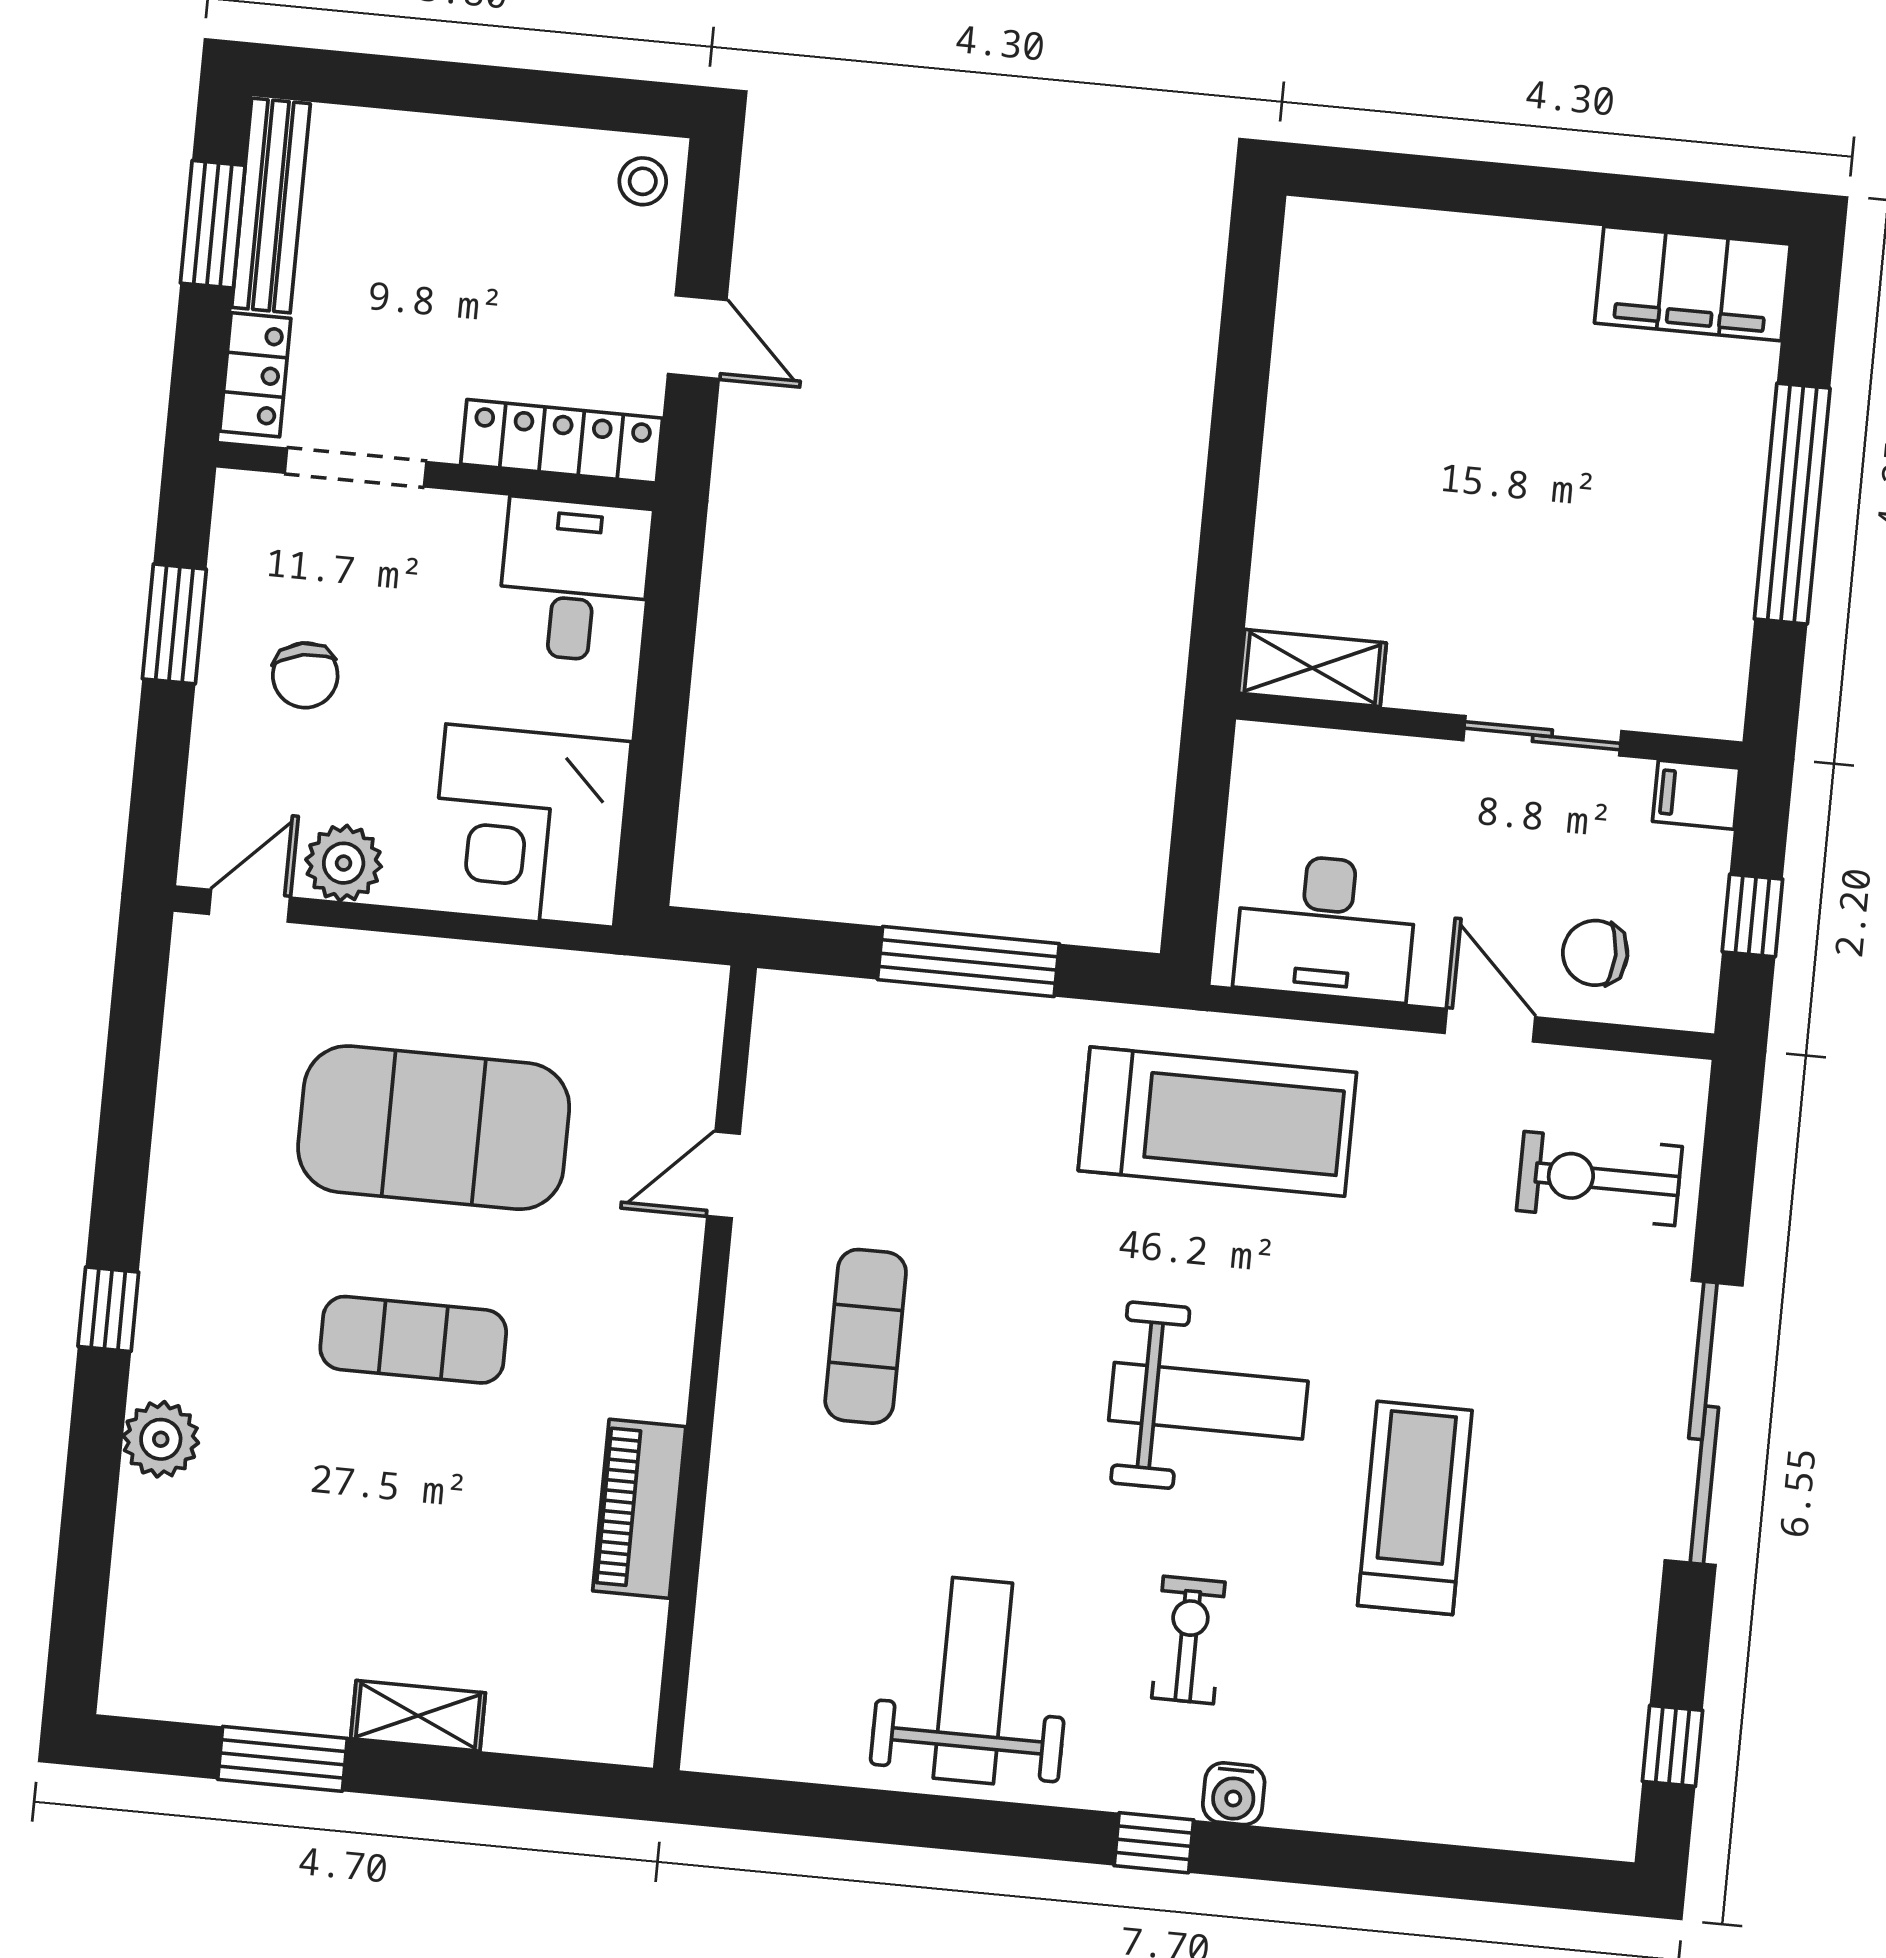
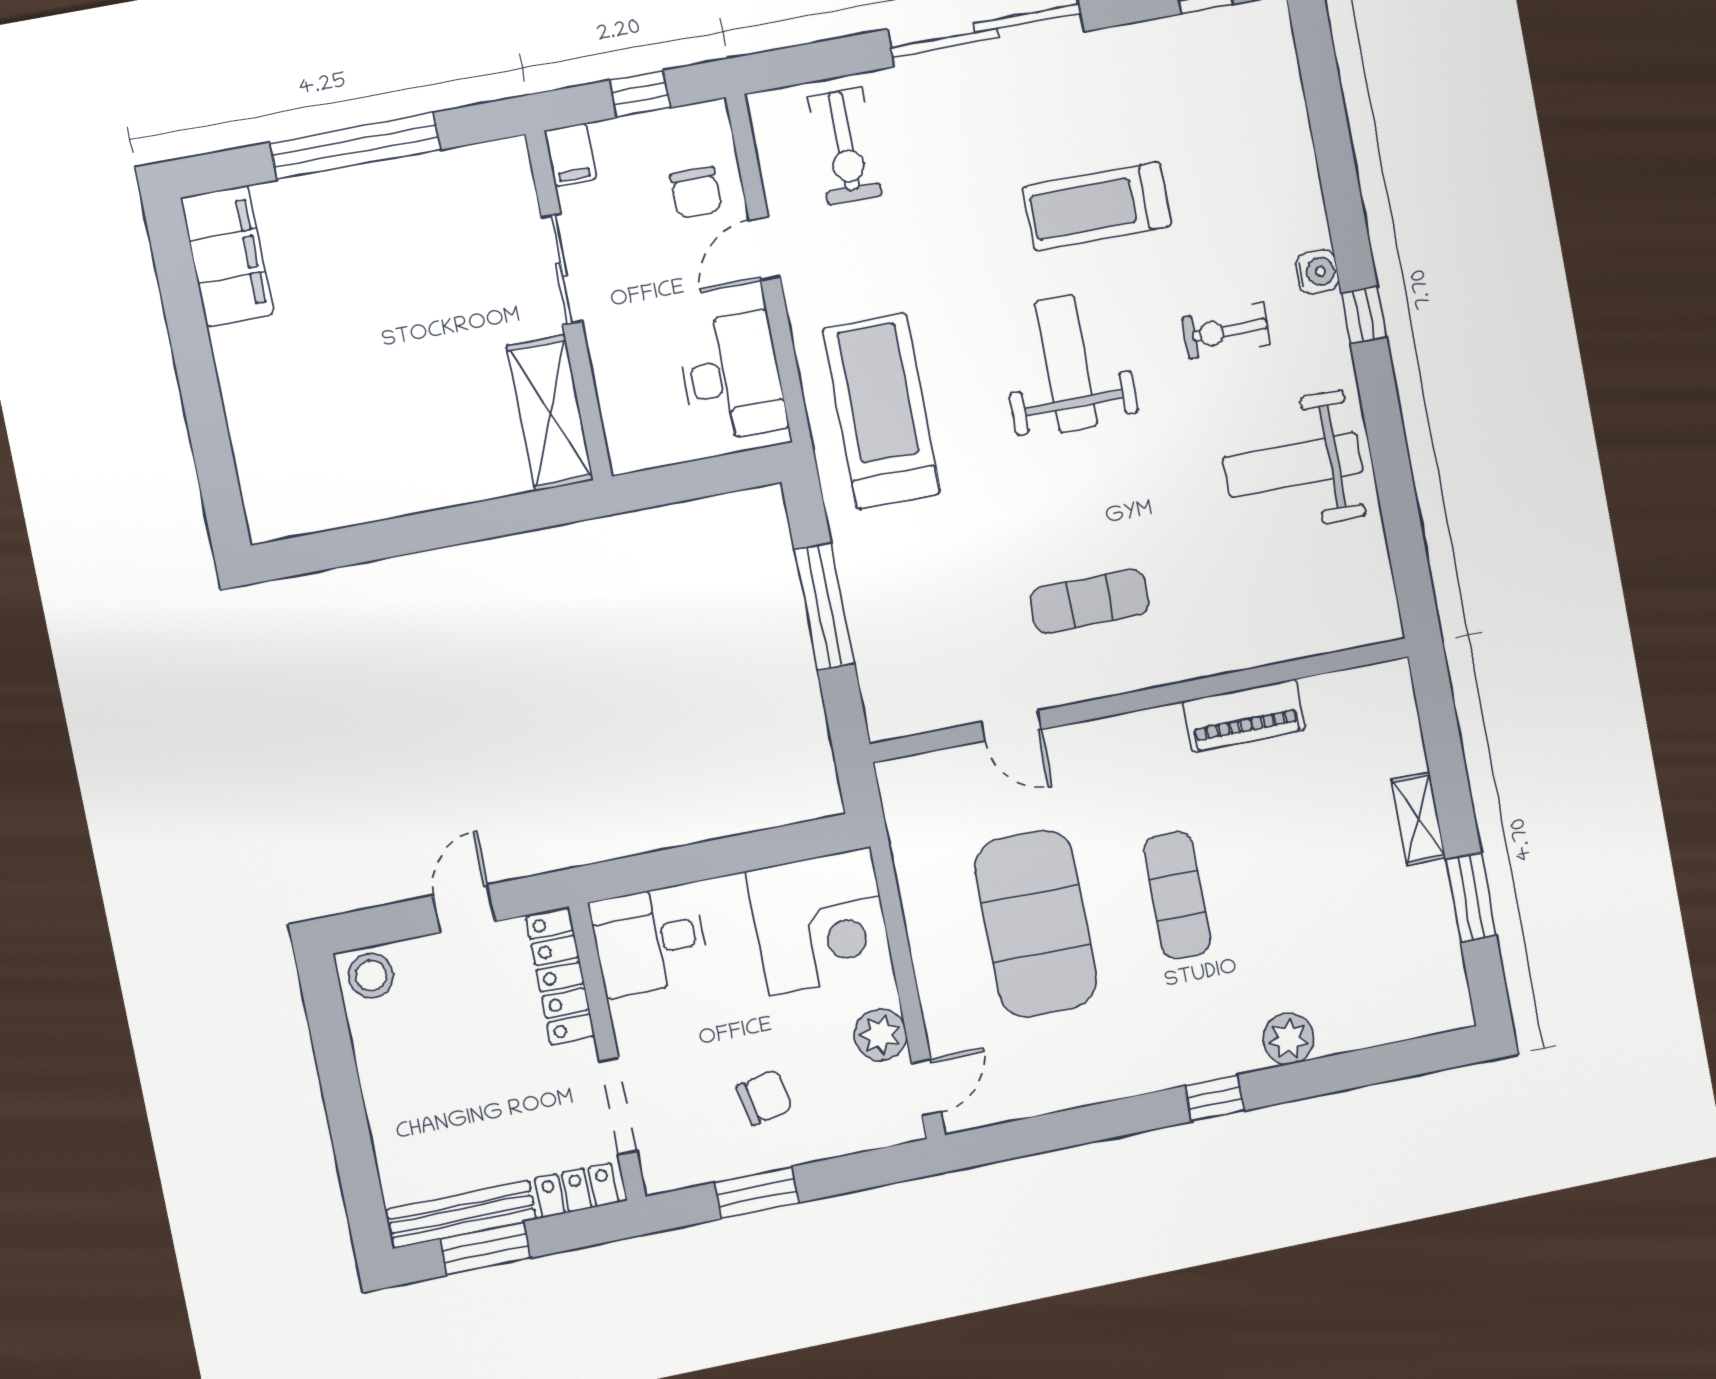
stool: (643, 181) -> (371, 976), width x1.37, depth x1.37
shelving: (1312, 668) -> (550, 413), width x1.50, depth x1.33
door: (249, 906) -> (926, 1087), swing flipped

